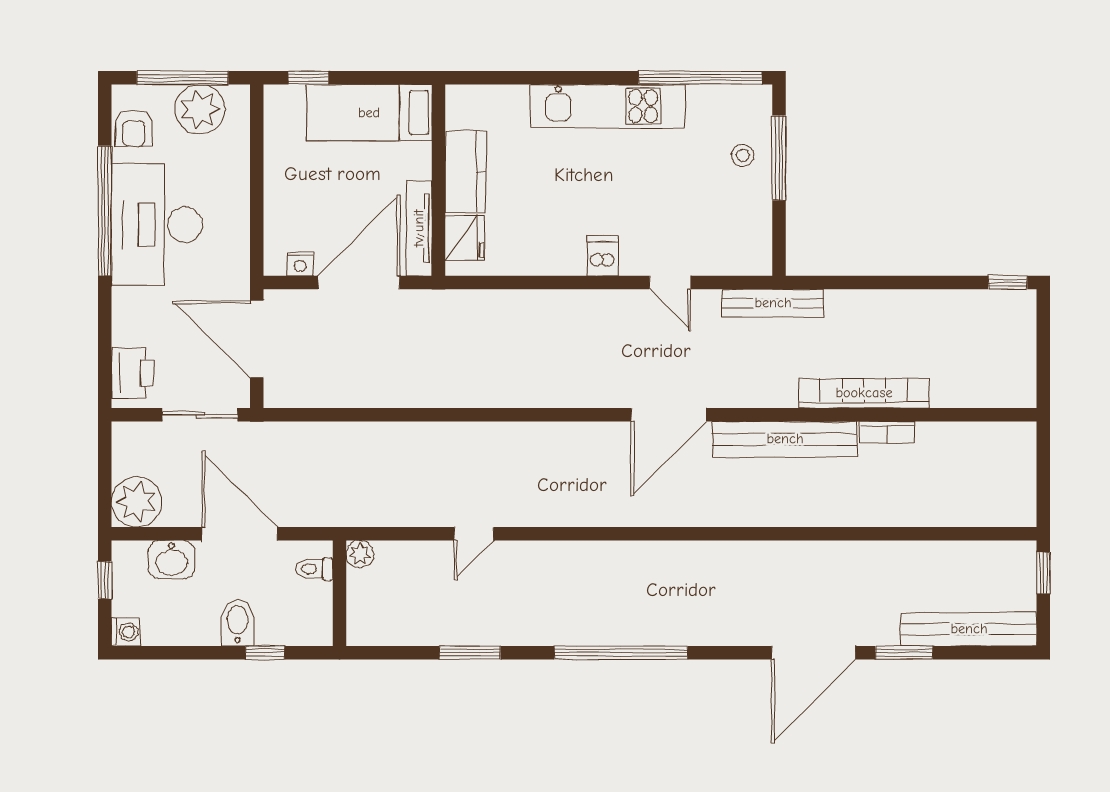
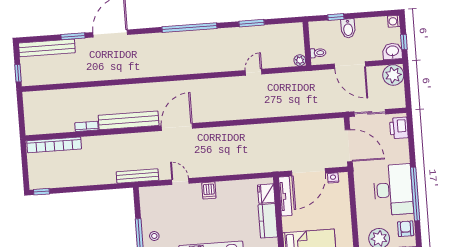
bookcase: (864, 393) -> (54, 145), moved
washbasin: (172, 560) -> (392, 51), moved

